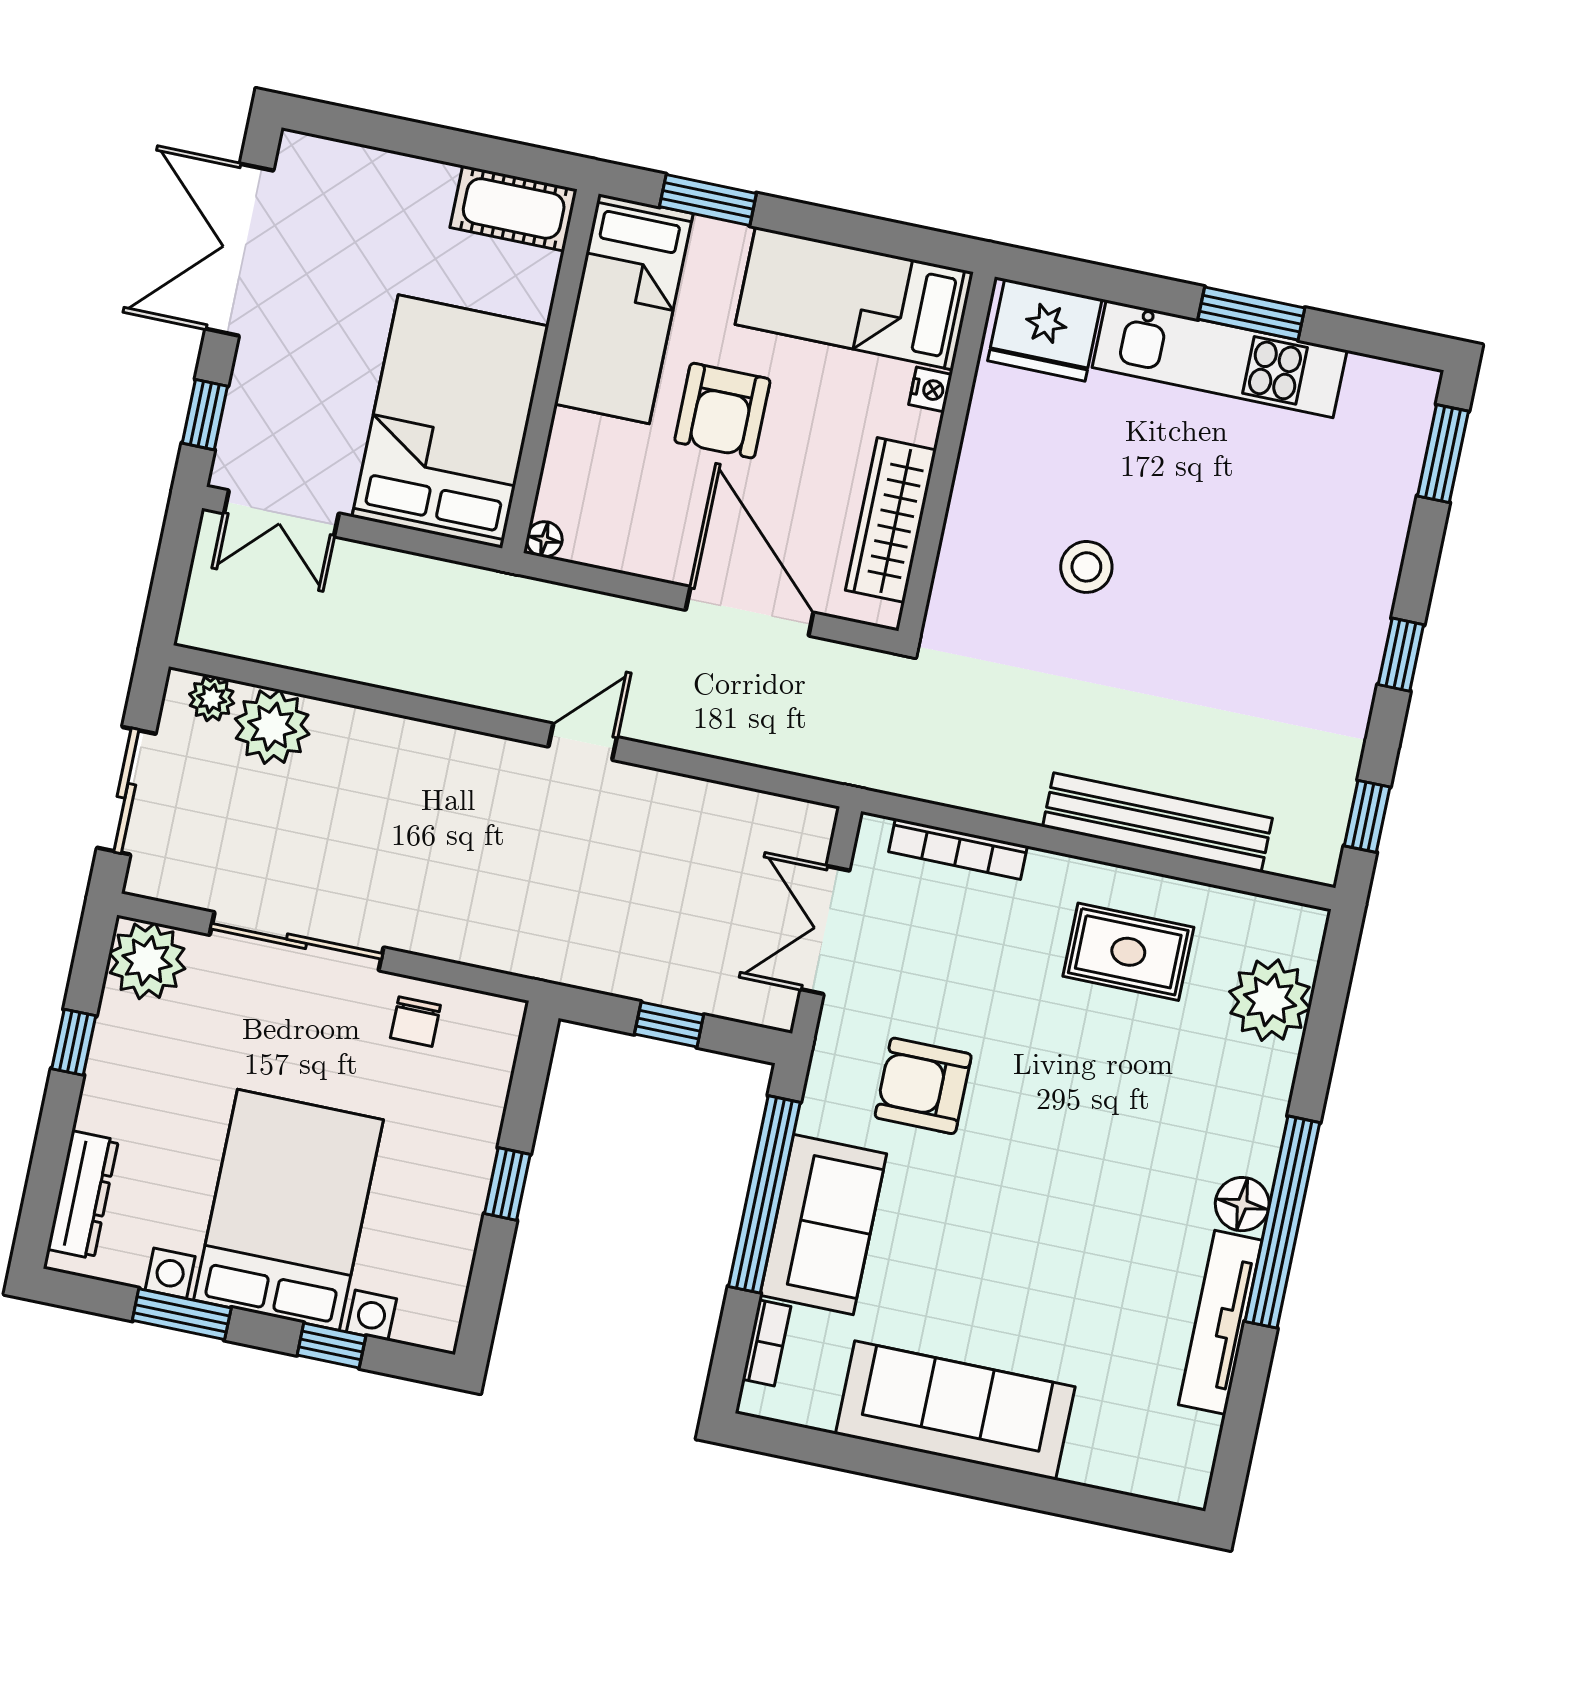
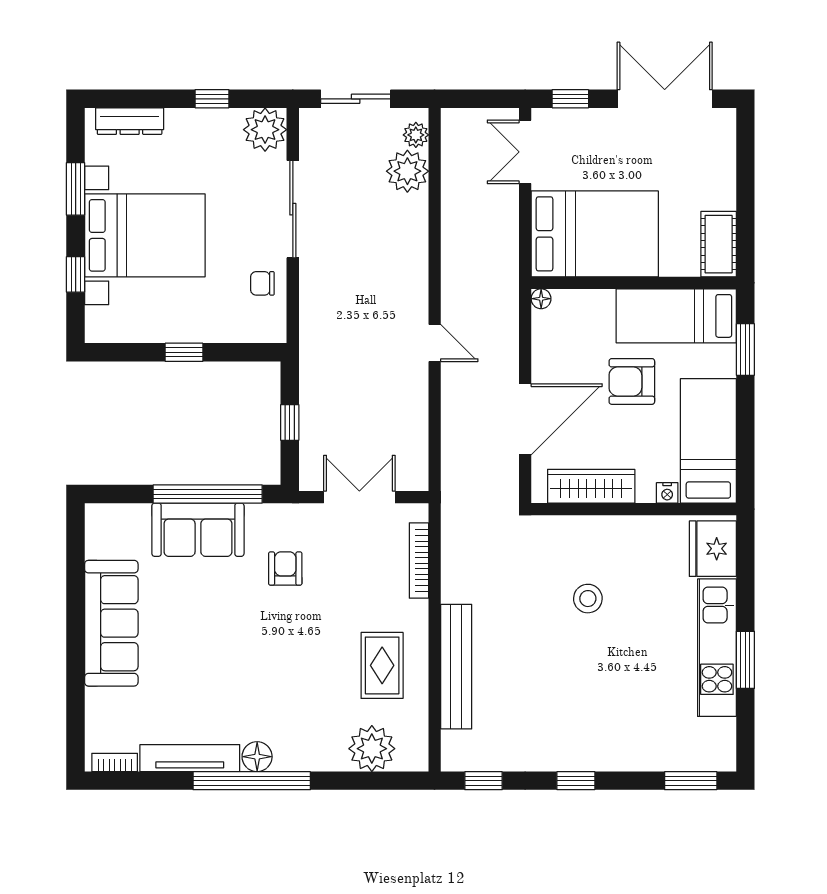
armchair: (923, 1086) -> (285, 569), width x0.72, depth x0.72
bookcase: (767, 1343) -> (115, 763), moved, turned 180

